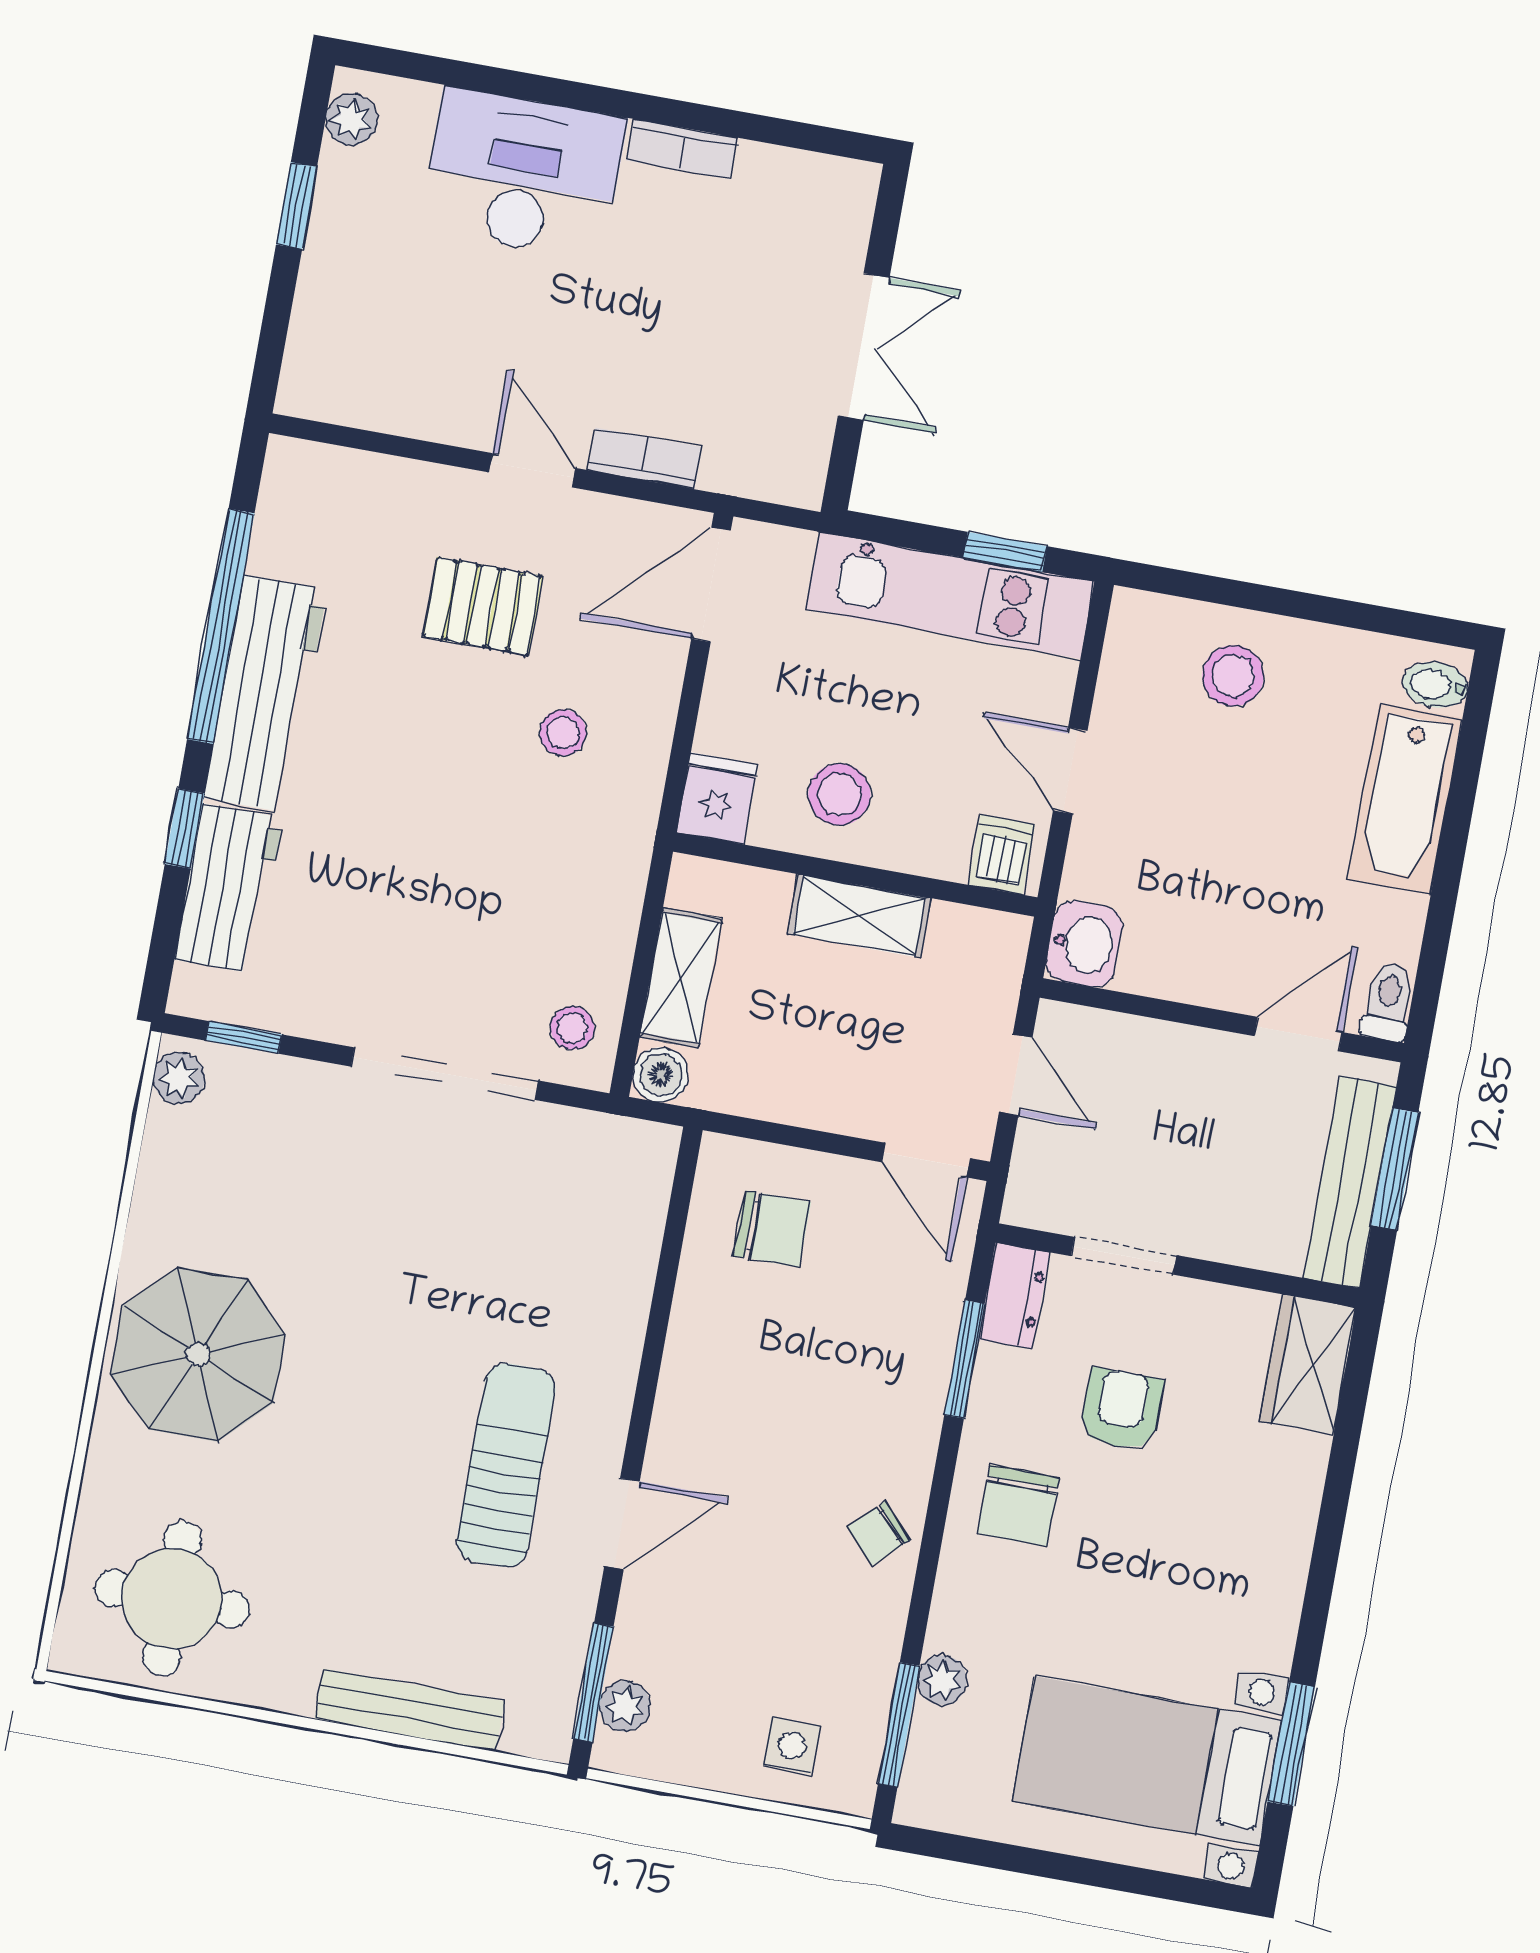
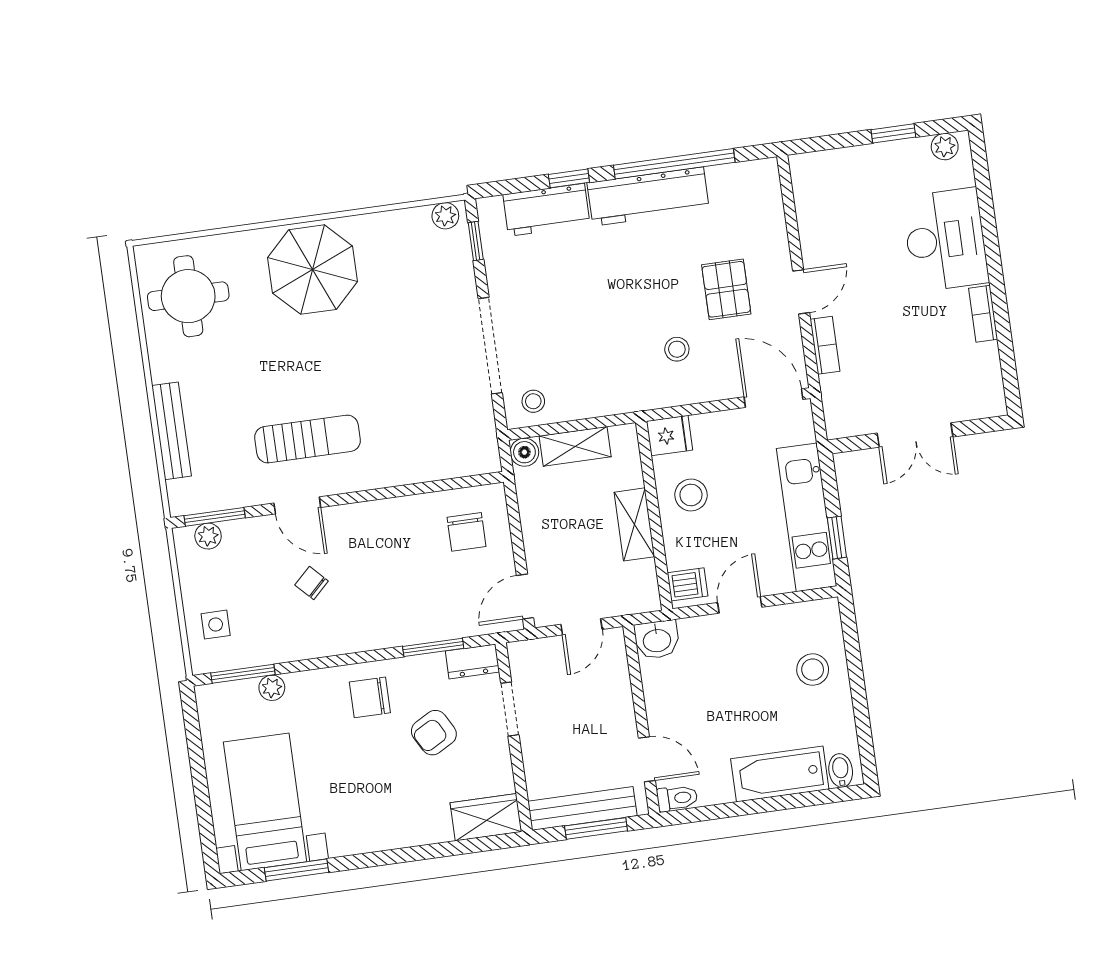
armchair: (1121, 1409) -> (434, 733), turned 151
chair: (879, 1533) -> (312, 583), moved

